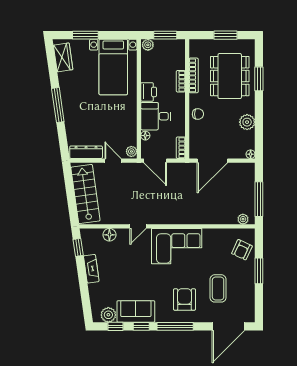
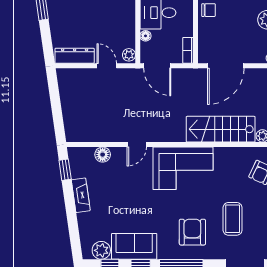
stairs: (85, 194) -> (221, 129), moved, turned -82

